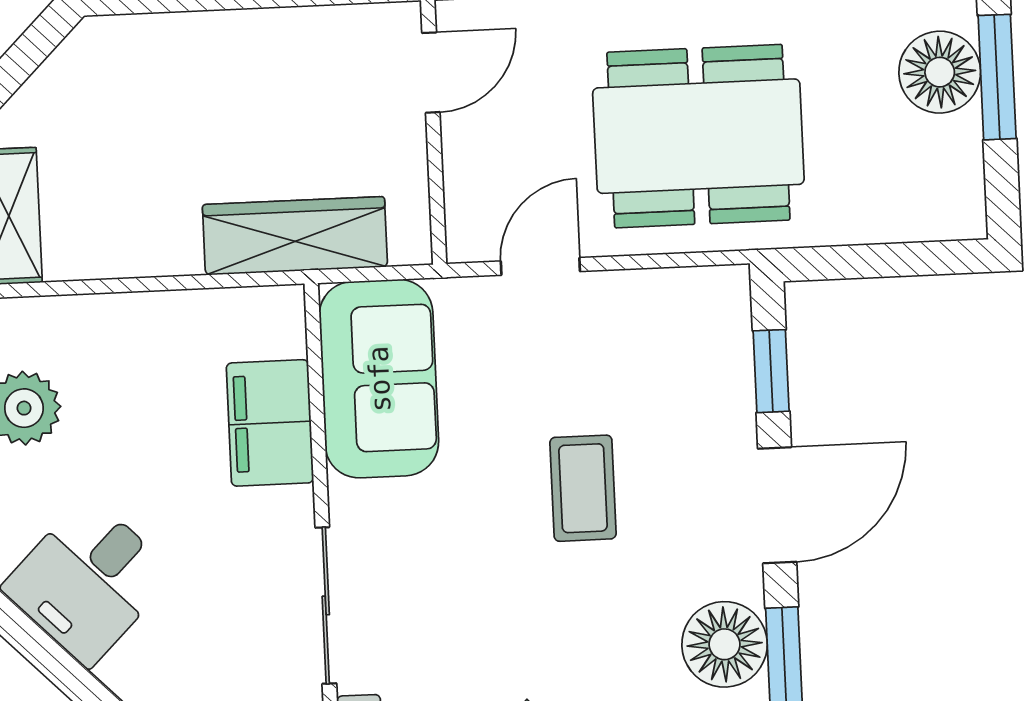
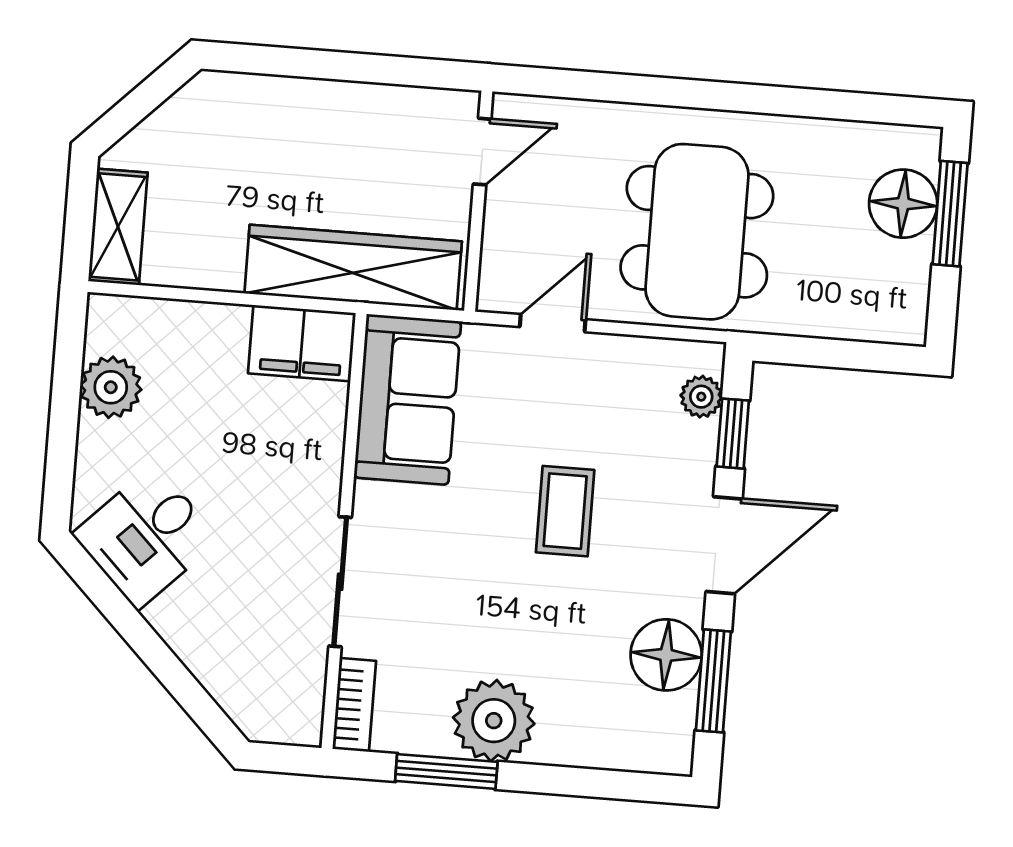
dining table: (698, 136) -> (697, 232), turned 90
wardrobe: (295, 236) -> (353, 267), width x1.40, depth x1.17
plant: (728, 332) -> (701, 397), added
filing cabinet: (270, 423) -> (302, 343), moved, turned -90

